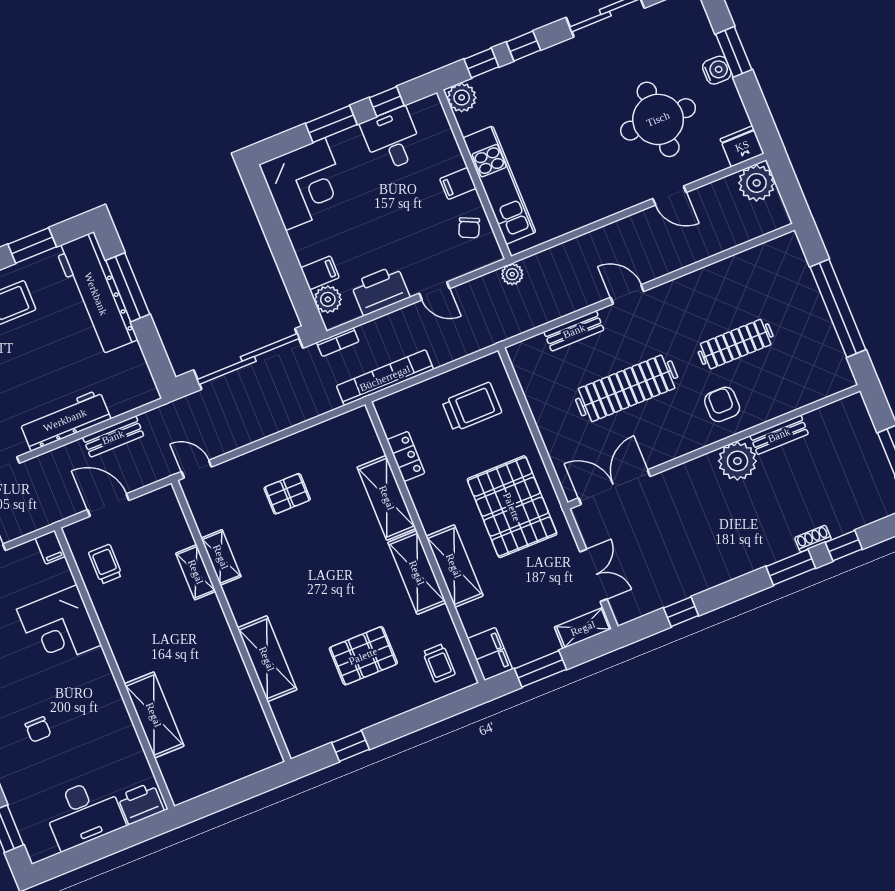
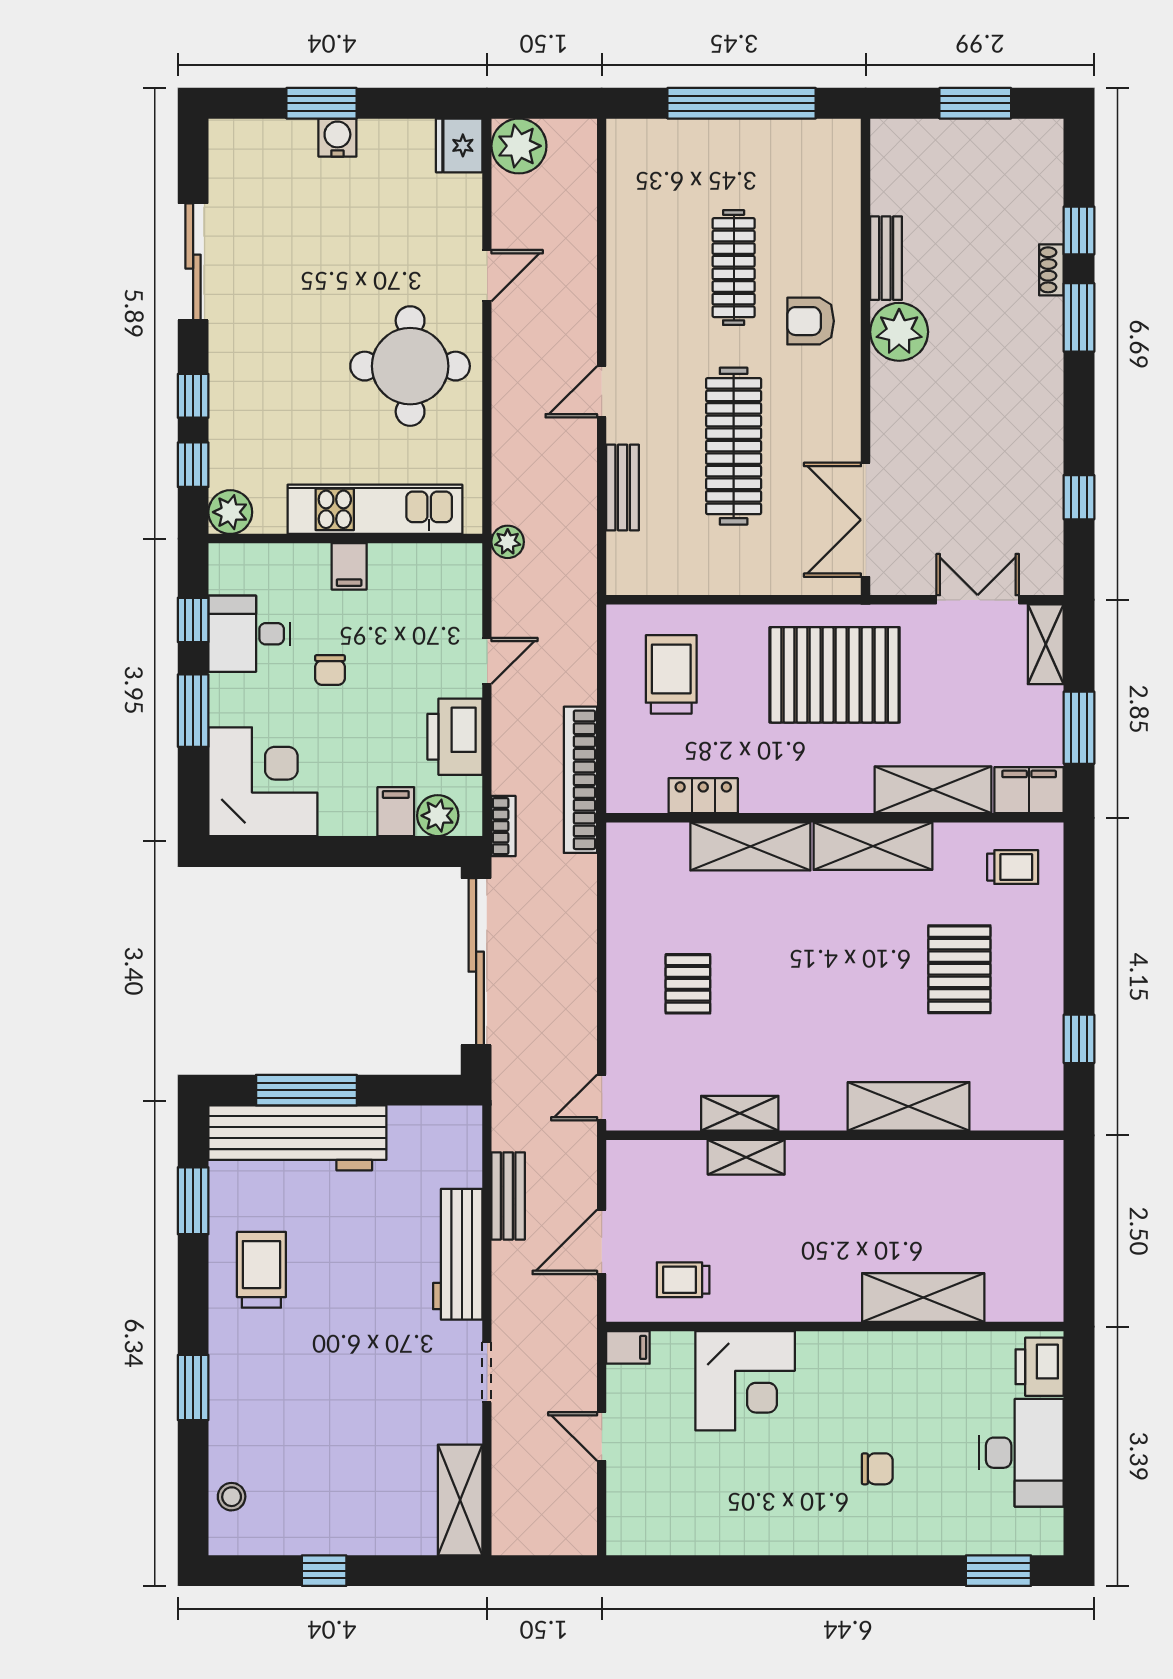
round table: (658, 119) -> (410, 366), moved
chair: (469, 228) -> (330, 670), moved, turned 65
shelving: (454, 566) -> (933, 790), moved

